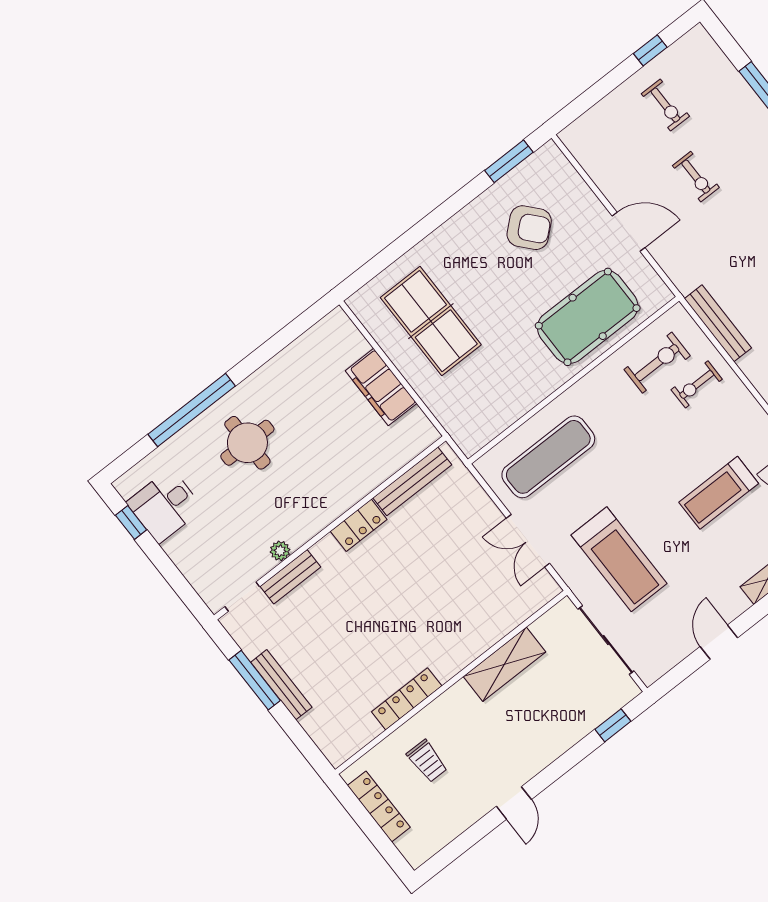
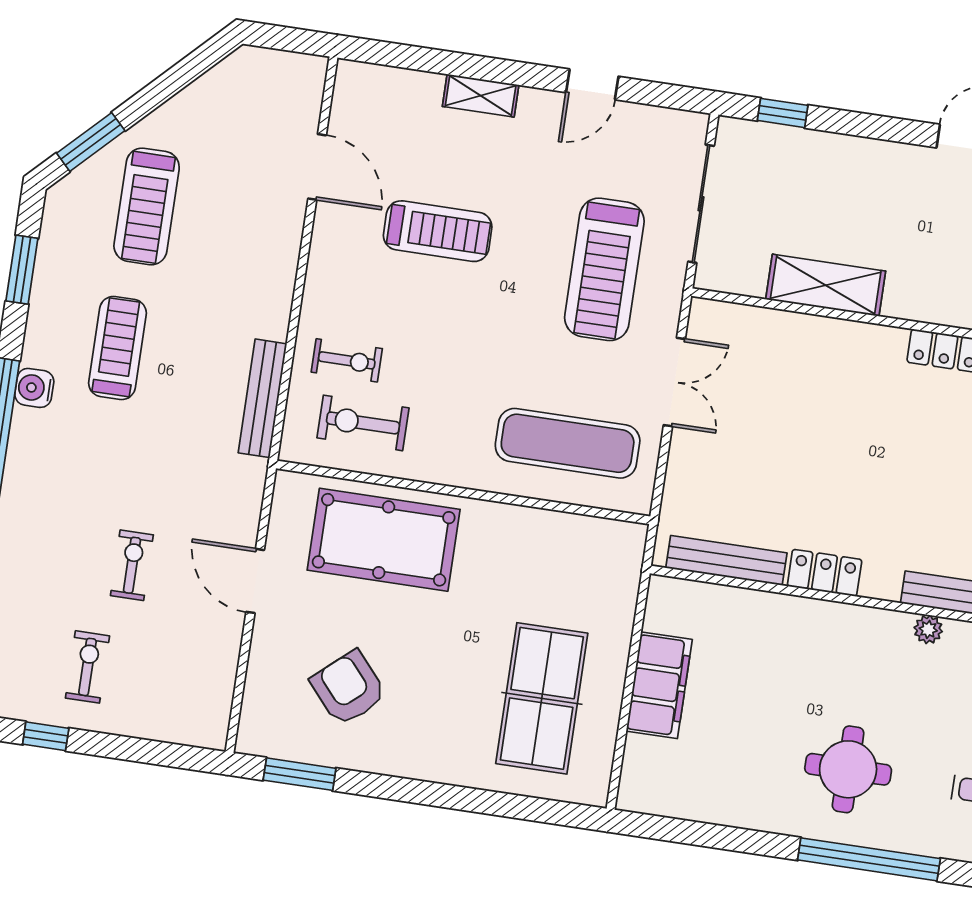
treadmill: (619, 559) -> (604, 269), turned 180

